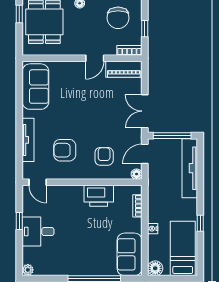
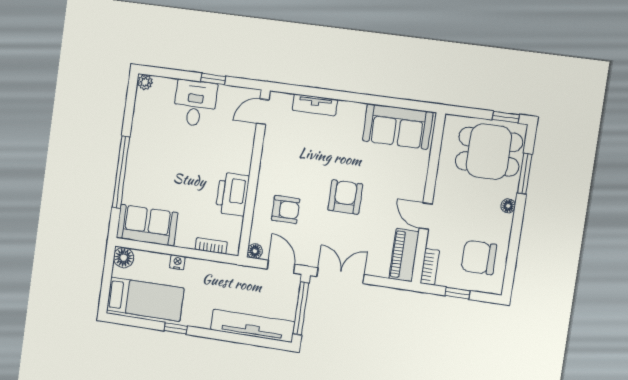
tv unit: (28, 140) -> (315, 105), width x0.71
armchair: (65, 150) -> (345, 197), moved

